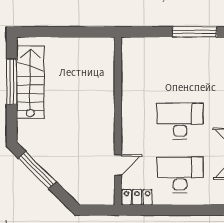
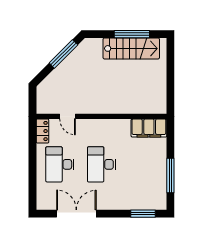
filing cabinet: (133, 60) -> (149, 128), added
desk: (180, 121) -> (101, 164), turned 180
desk: (180, 175) -> (60, 164), turned 180

